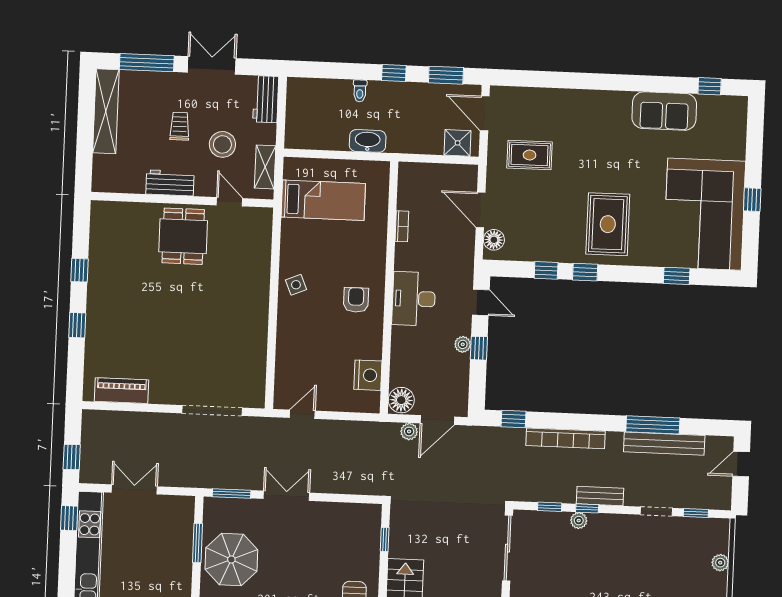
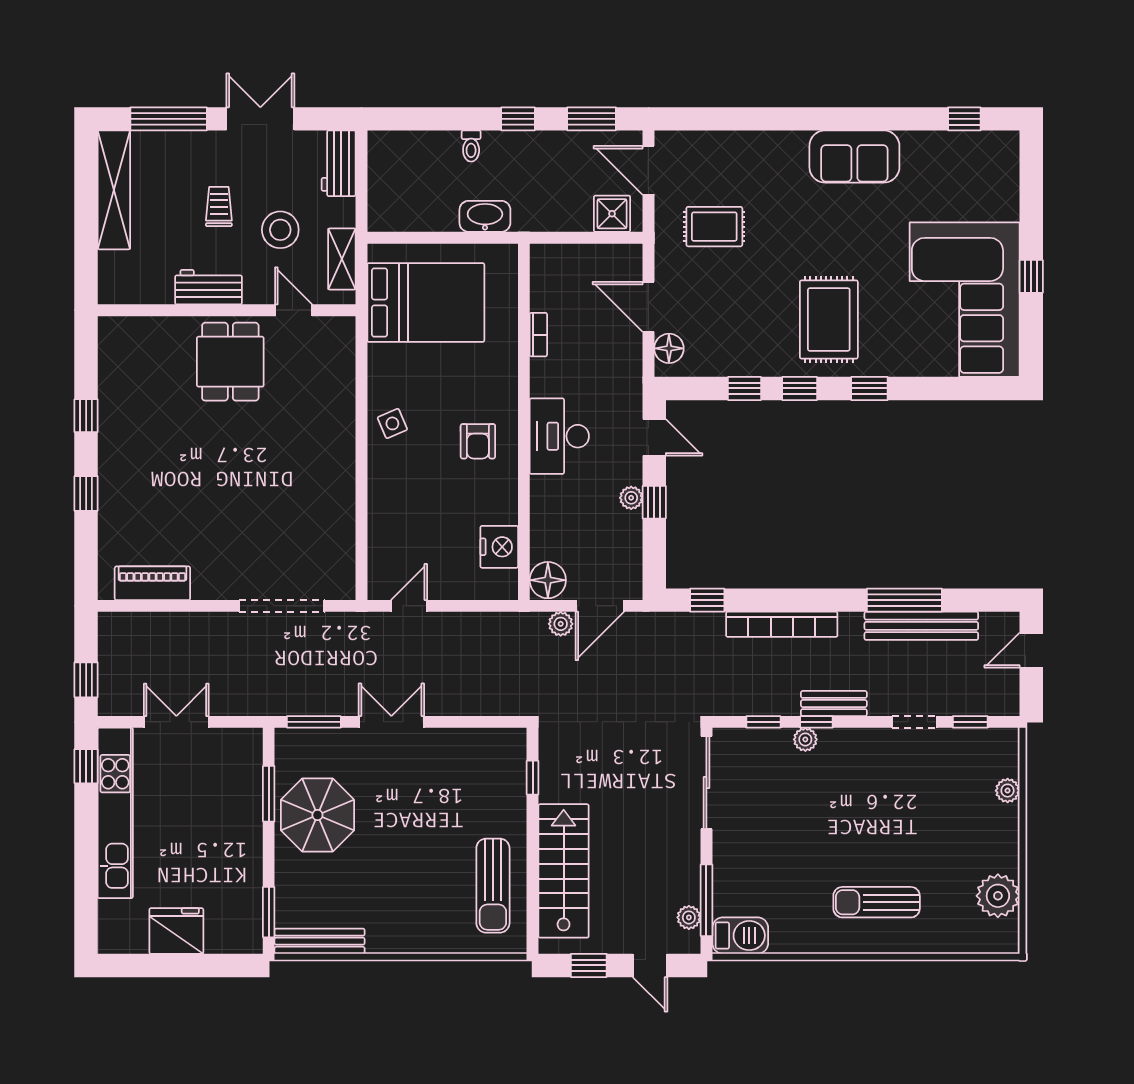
sofa: (664, 111) -> (854, 157), moved
bed: (323, 200) -> (426, 302), width x1.50
window: (677, 276) -> (869, 388), moved
armchair: (356, 300) -> (478, 441), turned 180

